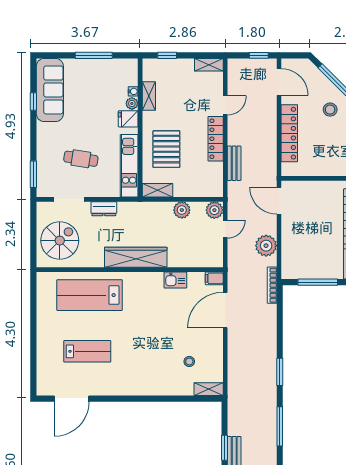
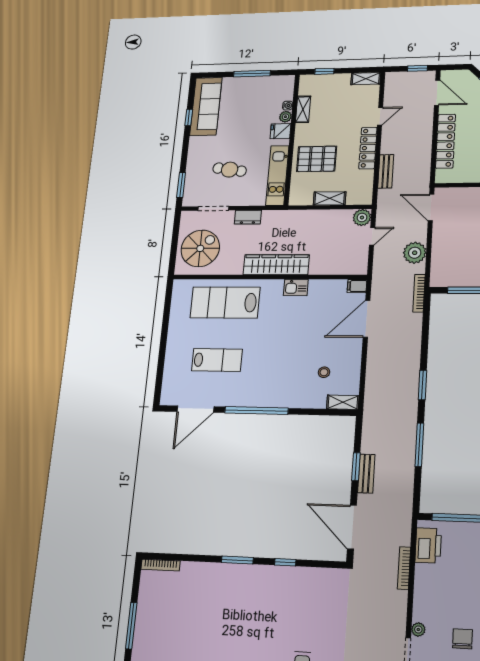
pallet: (166, 149) -> (317, 159), turned 90
shelving: (158, 190) -> (330, 198), moved
plant: (182, 210) -> (328, 218), removed
kitchen sink: (175, 280) -> (296, 287), moved
window: (129, 399) -> (256, 411), added

